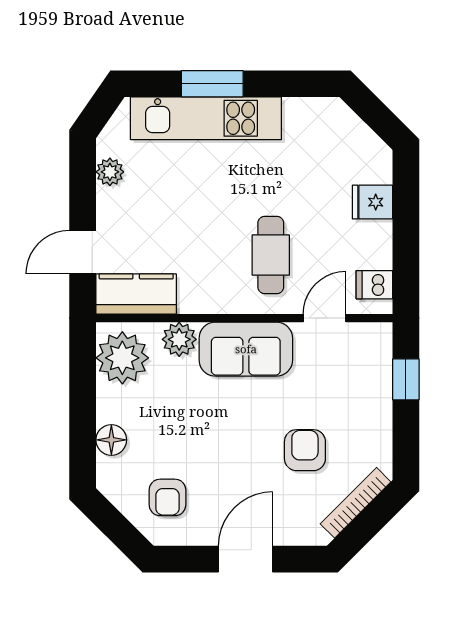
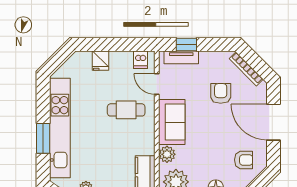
kitchen unit: (206, 118) -> (60, 128), width x1.36
tv unit: (379, 369) -> (181, 57), added
armchair: (305, 450) -> (221, 93), turned 90
door: (246, 559) -> (274, 122), width x1.36

